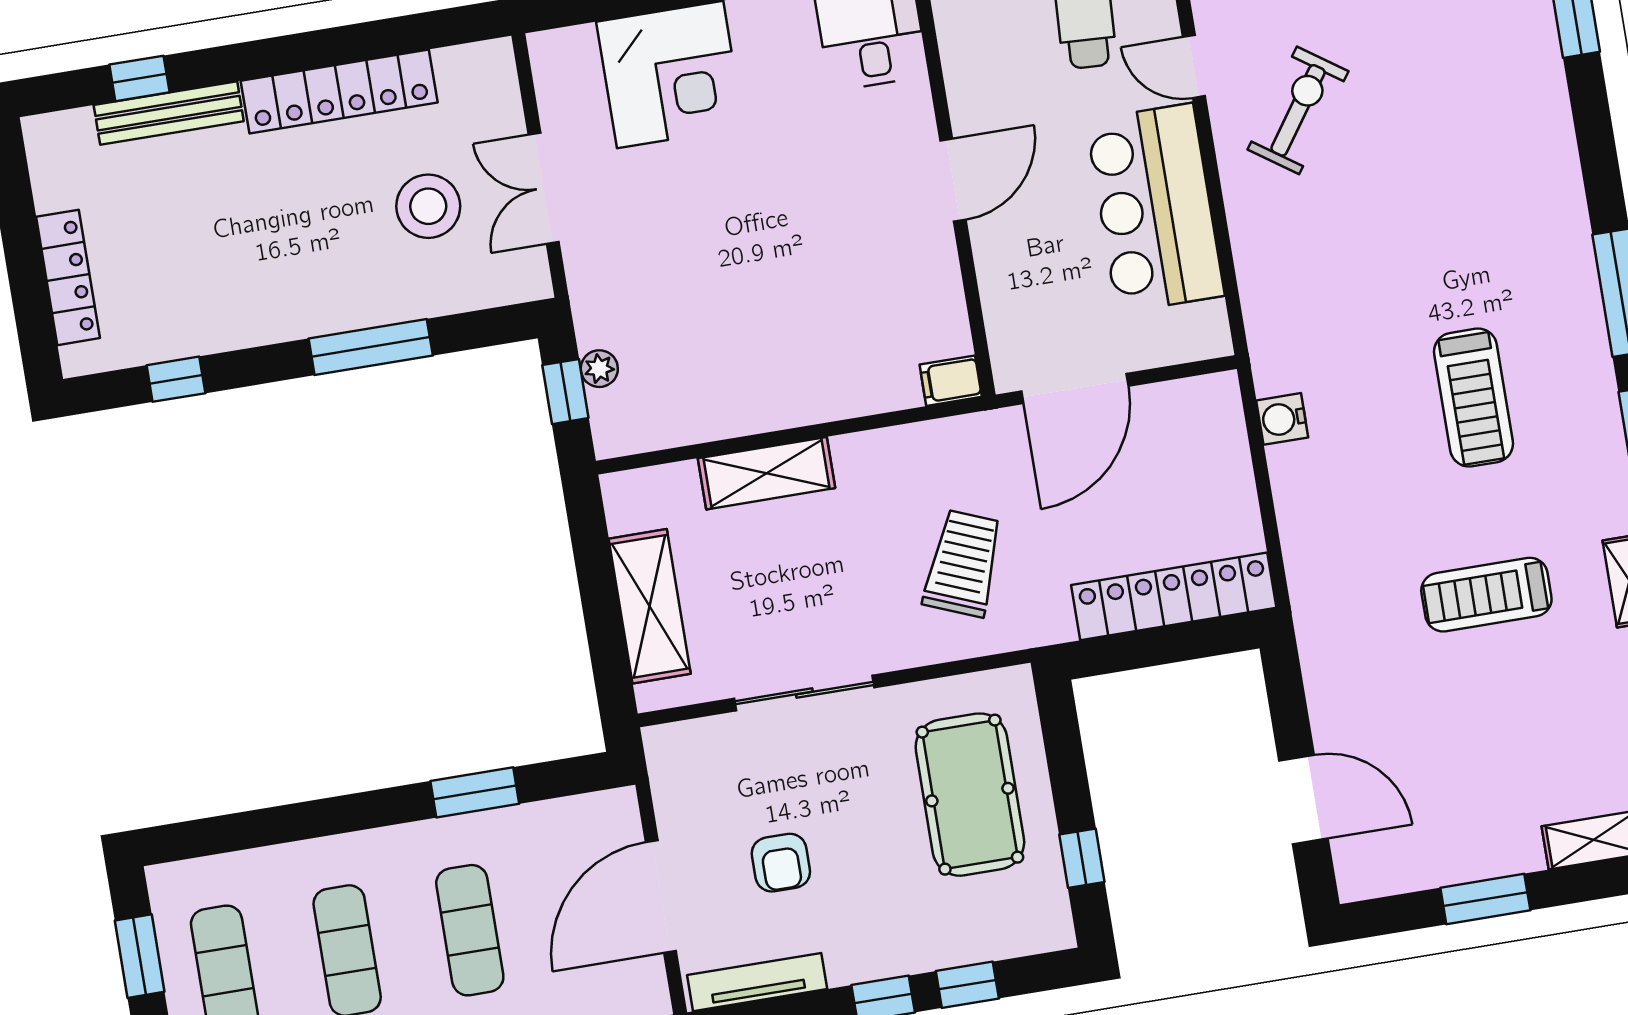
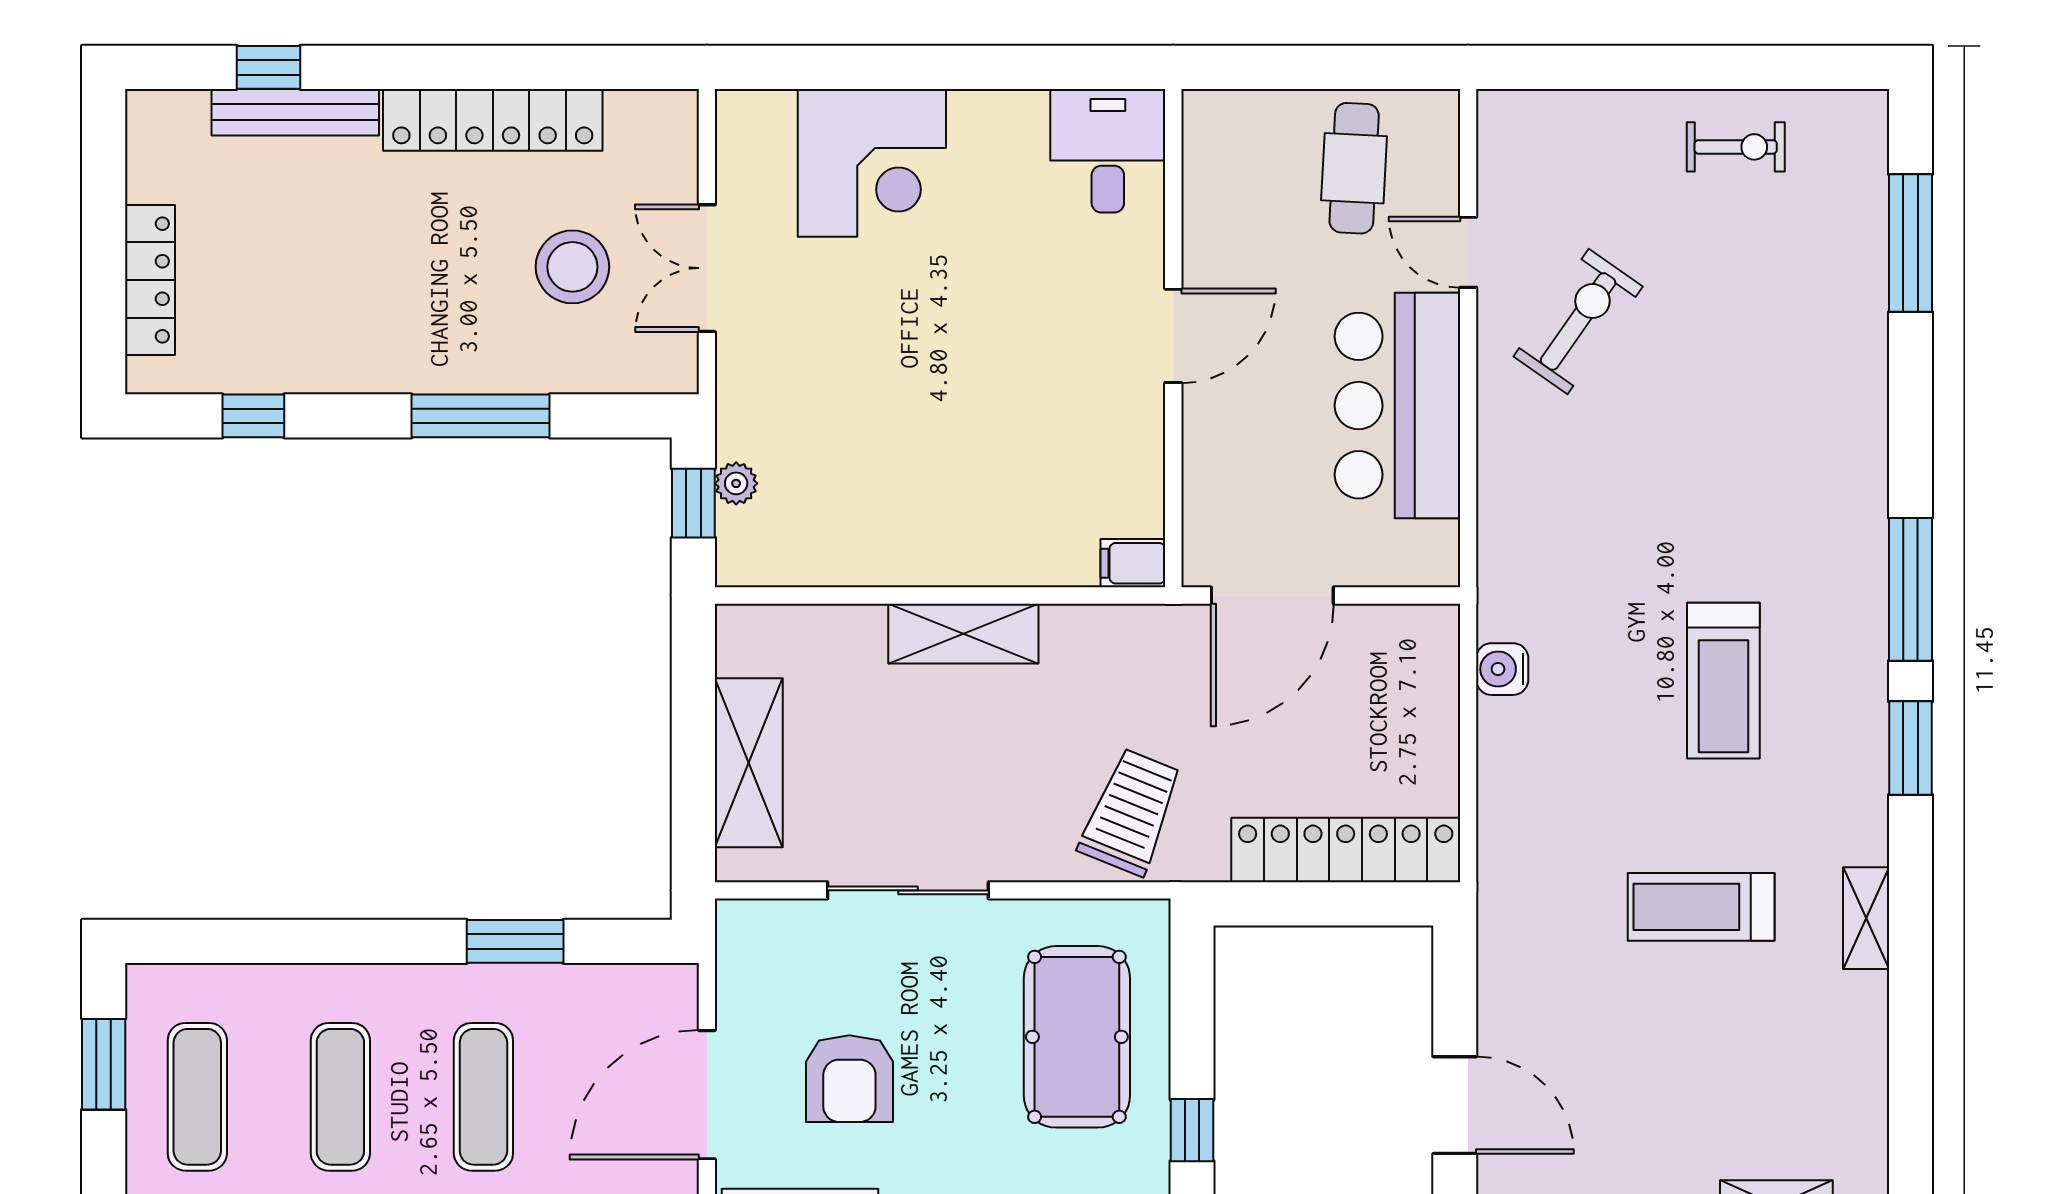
shelving: (767, 473) -> (963, 634), moved
trolley: (963, 563) -> (1131, 812), moved
armchair: (781, 863) -> (849, 1079), width x1.38, depth x1.38

